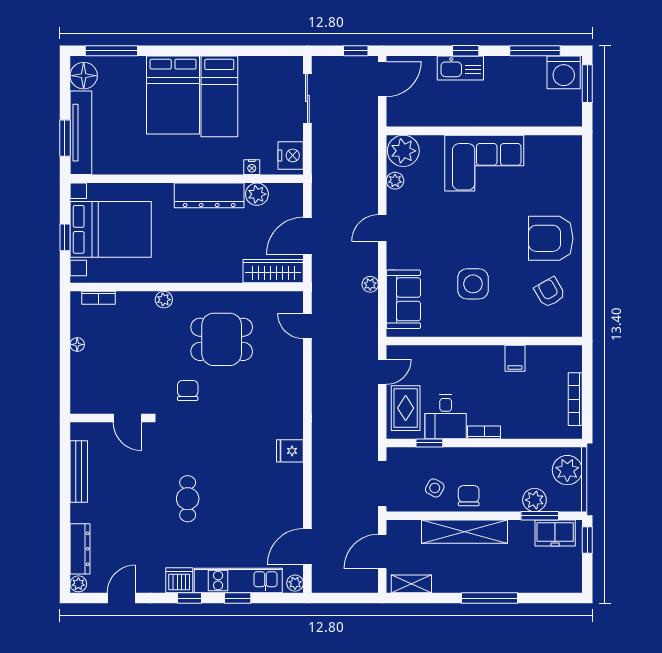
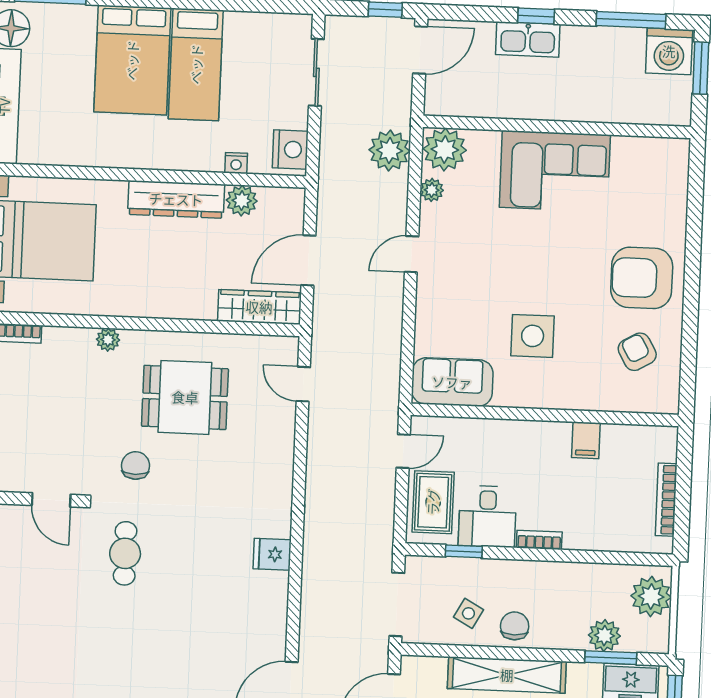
plant: (370, 284) -> (390, 150), moved, width x1.87, depth x1.87
sofa: (403, 299) -> (452, 382), moved, turned -90
cafe table: (188, 499) -> (125, 553), moved

